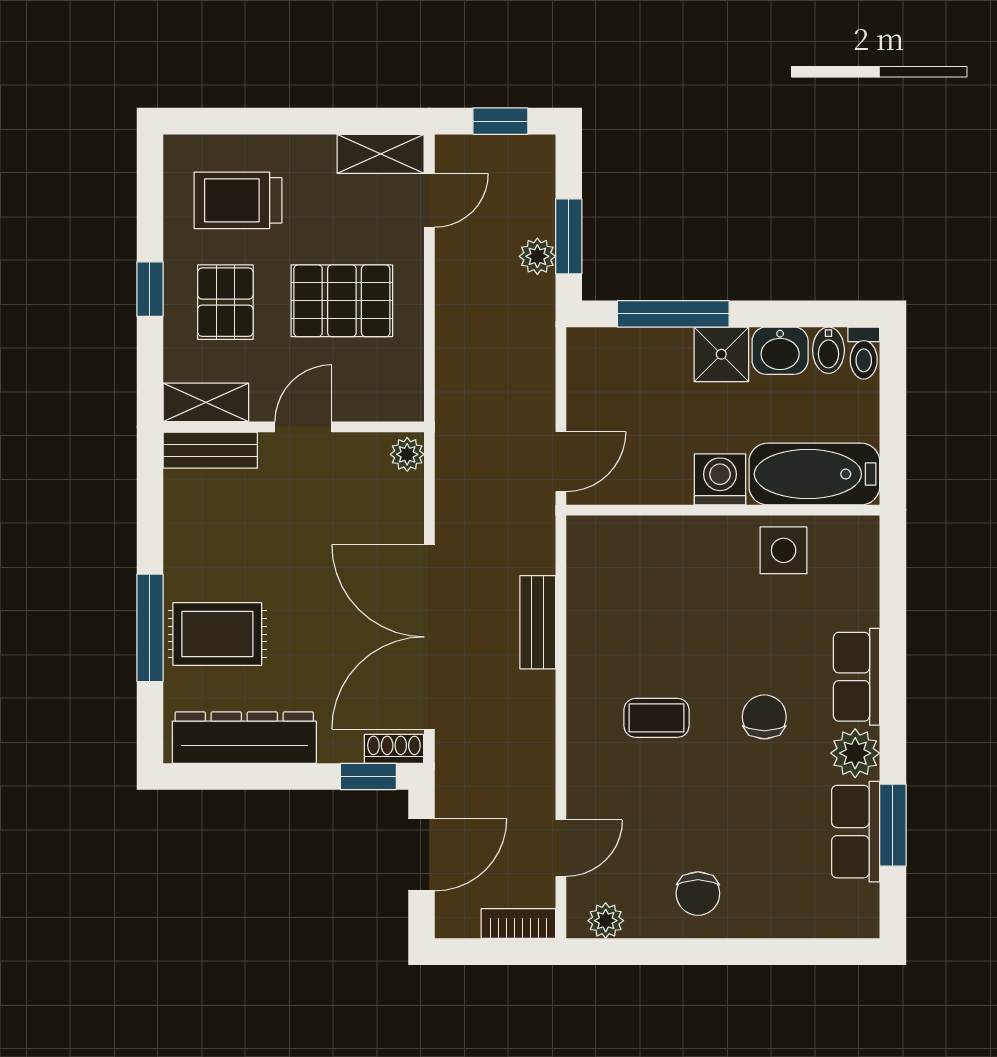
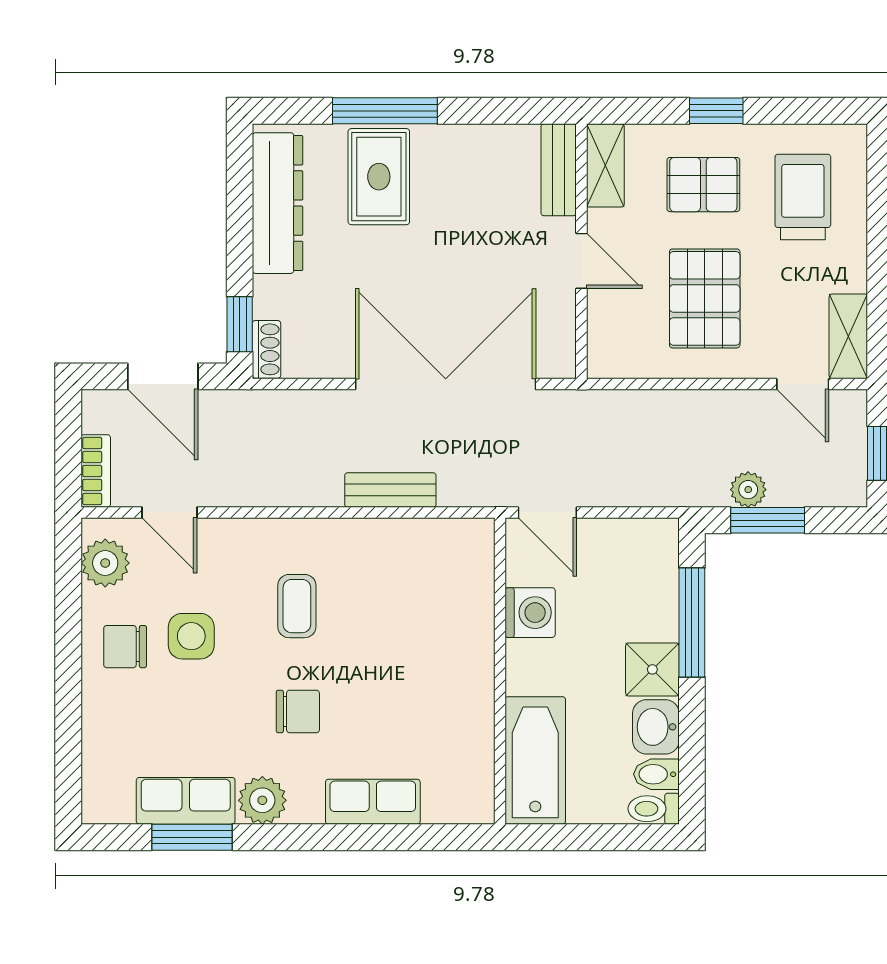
plant: (407, 454) -> (555, 362), removed
washing machine: (720, 479) -> (530, 613), moved
side table: (784, 550) -> (191, 636), moved
double door: (429, 637) -> (446, 384), moved
row of seats: (857, 677) -> (373, 802), moved
plant: (606, 921) -> (105, 563), width x1.38, depth x1.38

